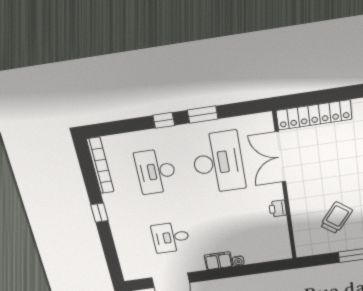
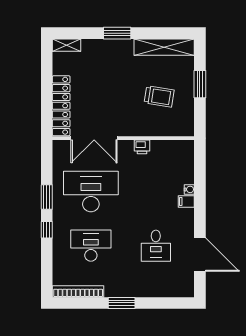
desk: (156, 172) -> (91, 246), turned 180
window: (99, 213) -> (122, 303), width x1.50
trolley: (336, 218) -> (159, 96), turned 152
filing cabinet: (218, 261) -> (186, 201), width x0.50

